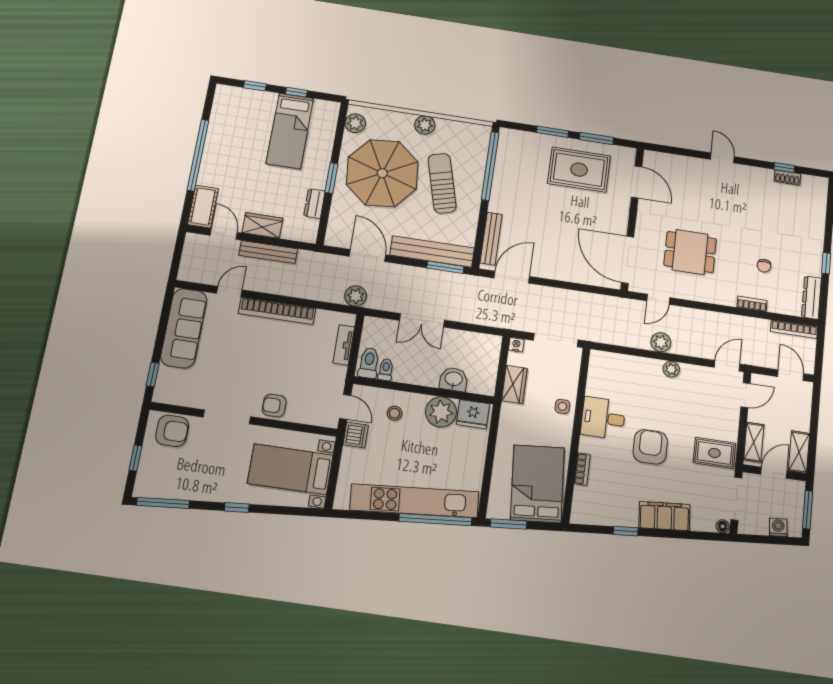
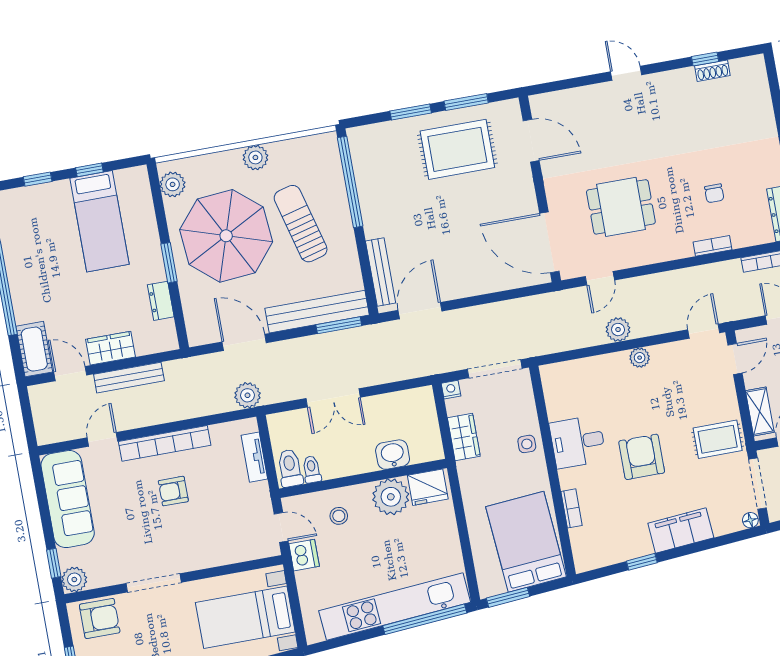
plant: (164, 393) -> (74, 579), added
armchair: (274, 406) -> (173, 491), moved

